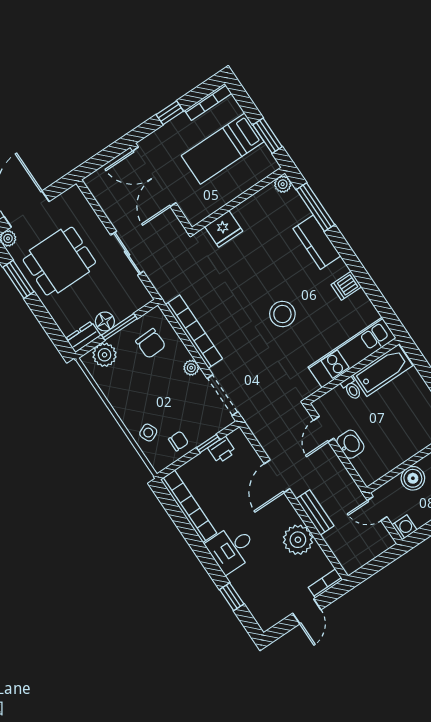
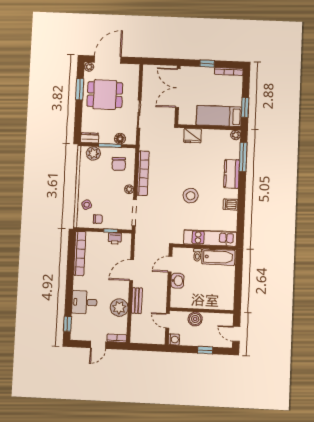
bed: (223, 149) -> (219, 116), moved
floor lamp: (105, 321) -> (120, 139), moved
desk: (232, 548) -> (84, 302), moved
window: (232, 597) -> (67, 324), moved

